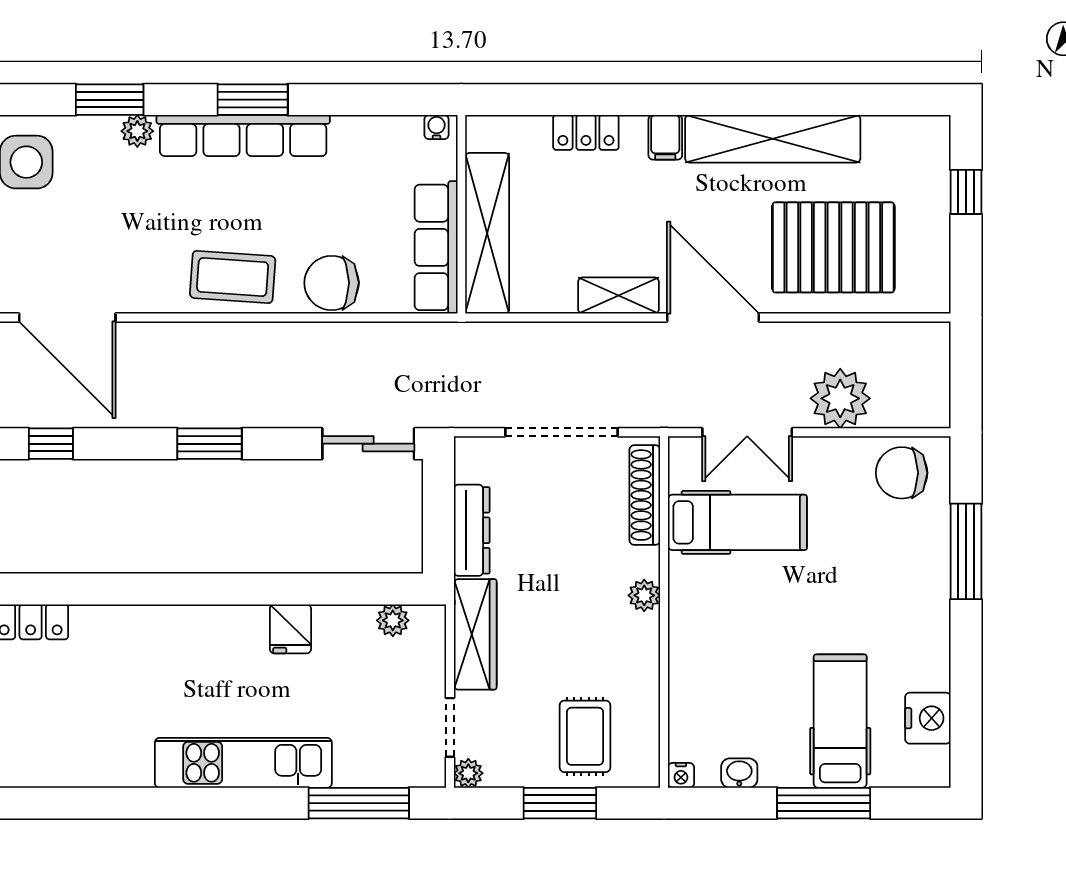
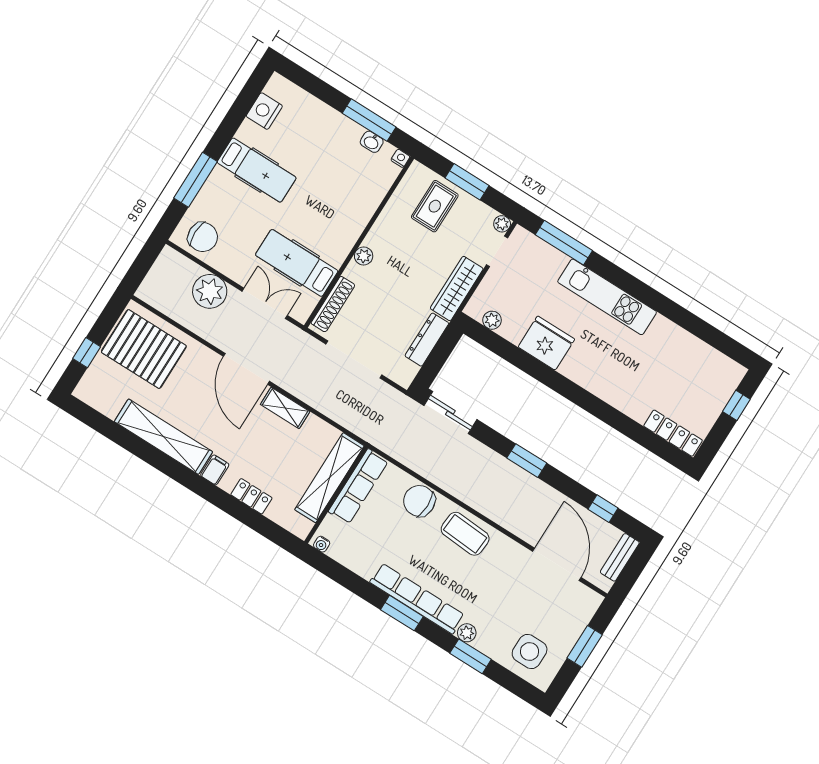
pallet: (833, 247) -> (144, 349), moved
chair: (332, 283) -> (419, 501), turned 180
fridge: (290, 629) -> (546, 343), width x1.88, depth x1.34
hospital bed: (840, 721) -> (257, 170), moved, turned -90
window: (824, 803) -> (369, 120), moved

